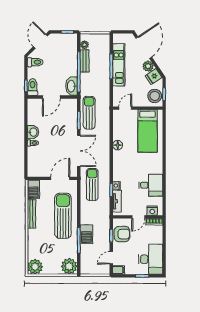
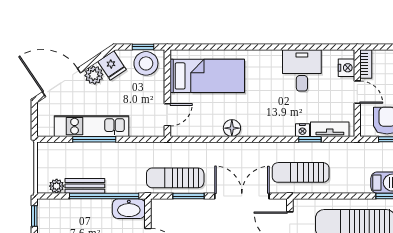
door: (125, 108) -> (167, 115), swing flipped

